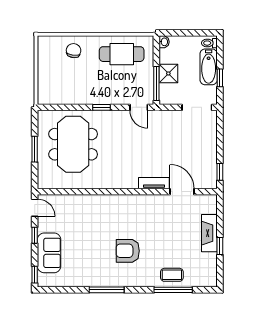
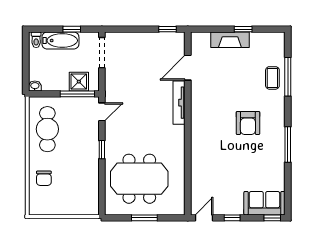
chair: (74, 51) -> (44, 178), turned -98
shower: (168, 73) -> (79, 82), moved
tv unit: (154, 183) -> (179, 103), width x1.41
sofa: (49, 253) -> (264, 203), moved

